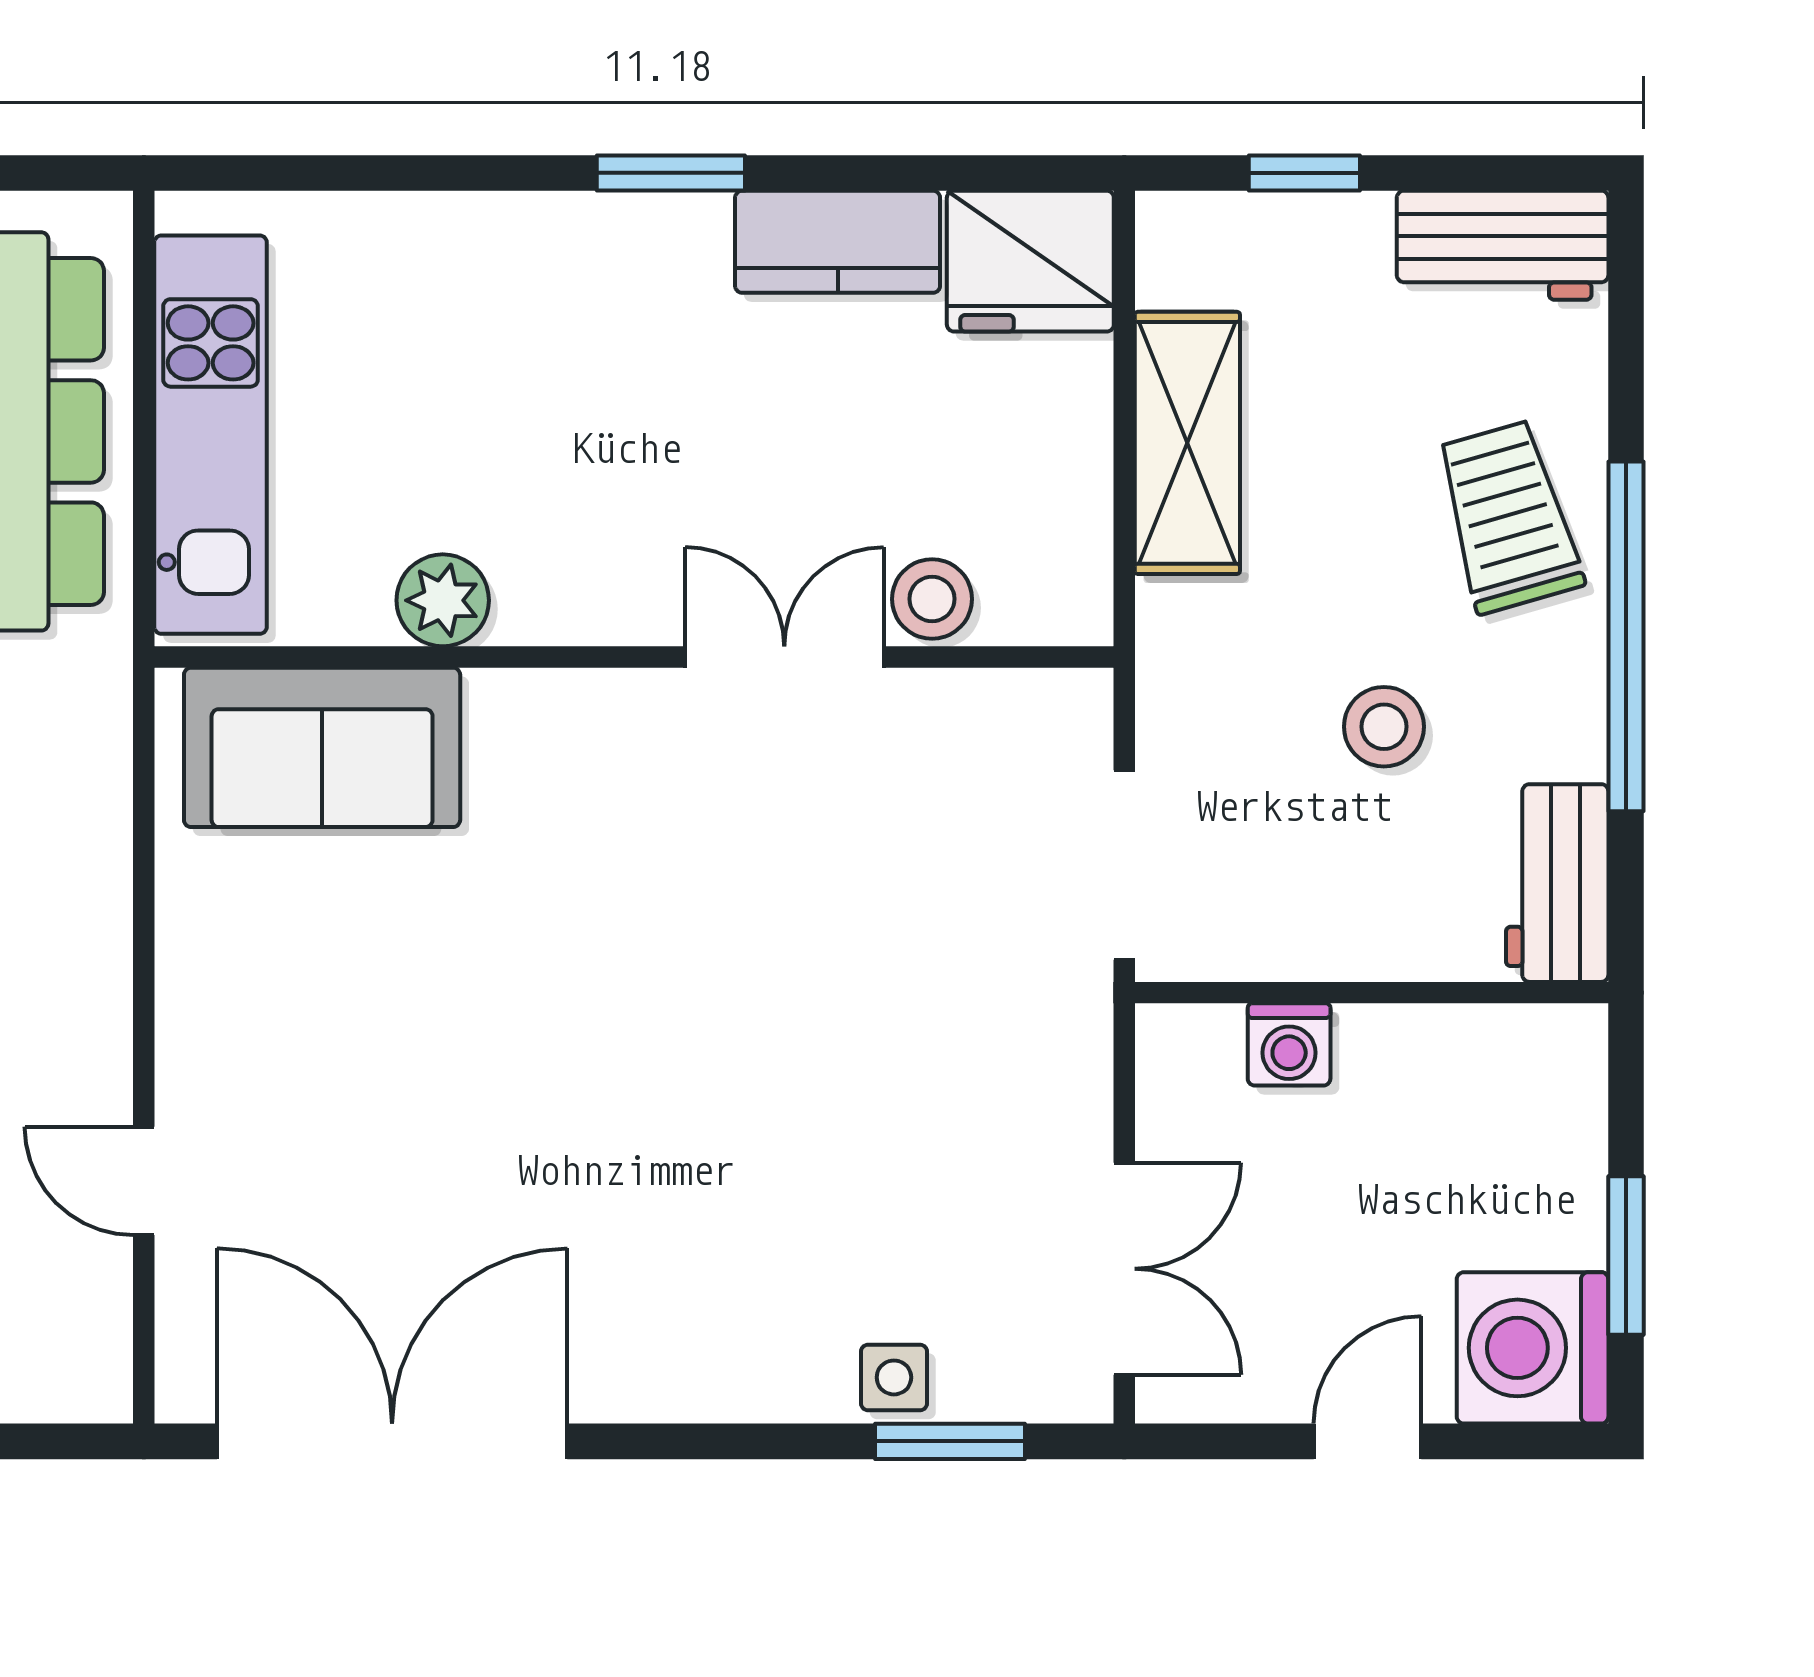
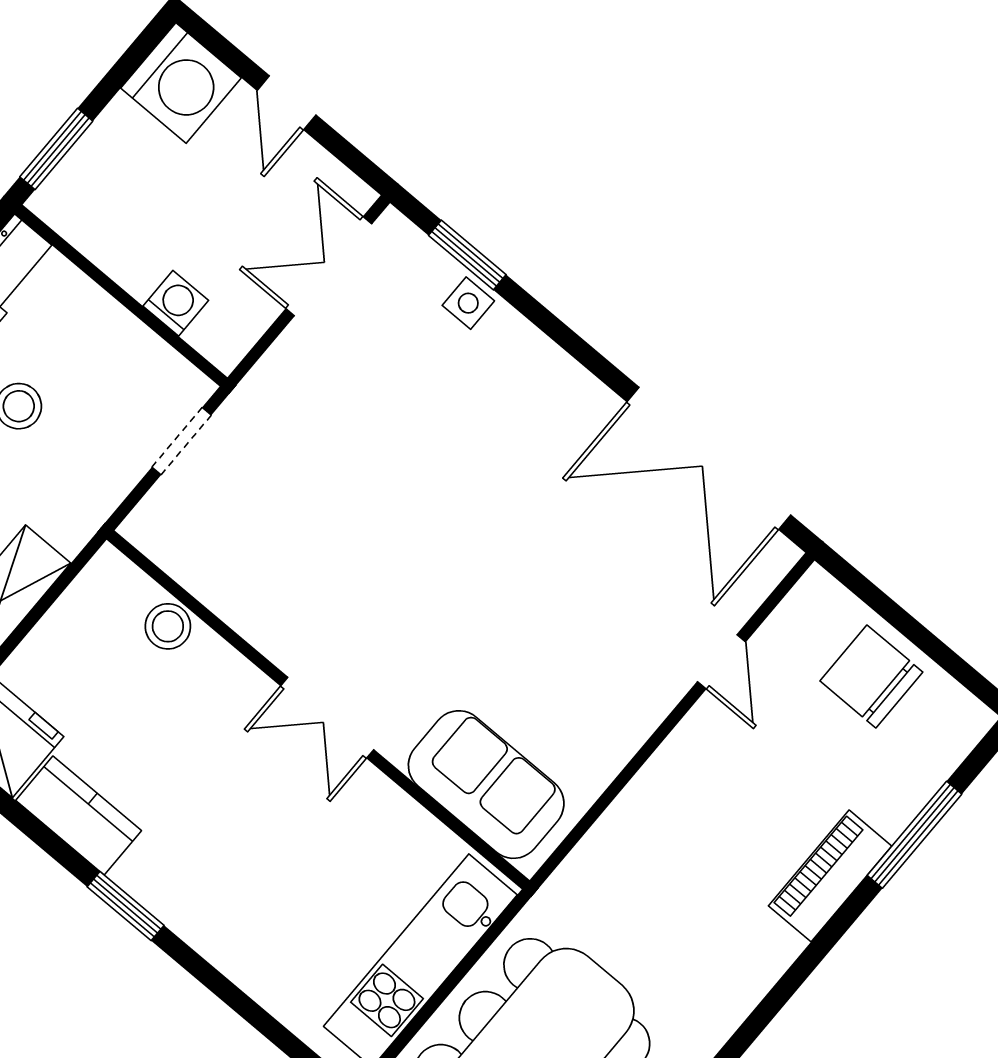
plant: (443, 600) -> (380, 804), removed
double door: (784, 657) -> (327, 718), moved
doorway: (1124, 865) -> (182, 441), width x0.73
window: (1626, 1256) -> (56, 149), moved
door: (1367, 1441) -> (287, 103), hinge flipped

